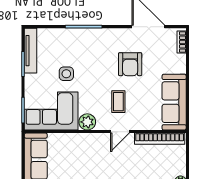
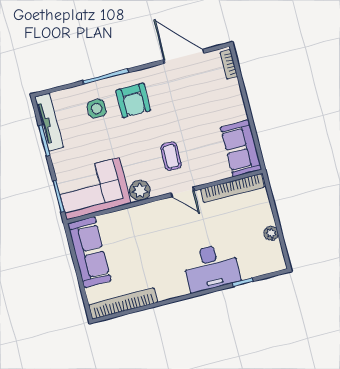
armchair: (130, 64) -> (133, 100), moved
side table: (66, 74) -> (97, 109), moved
sofa: (174, 102) -> (241, 148), width x0.73
door: (120, 132) -> (182, 192), hinge flipped

